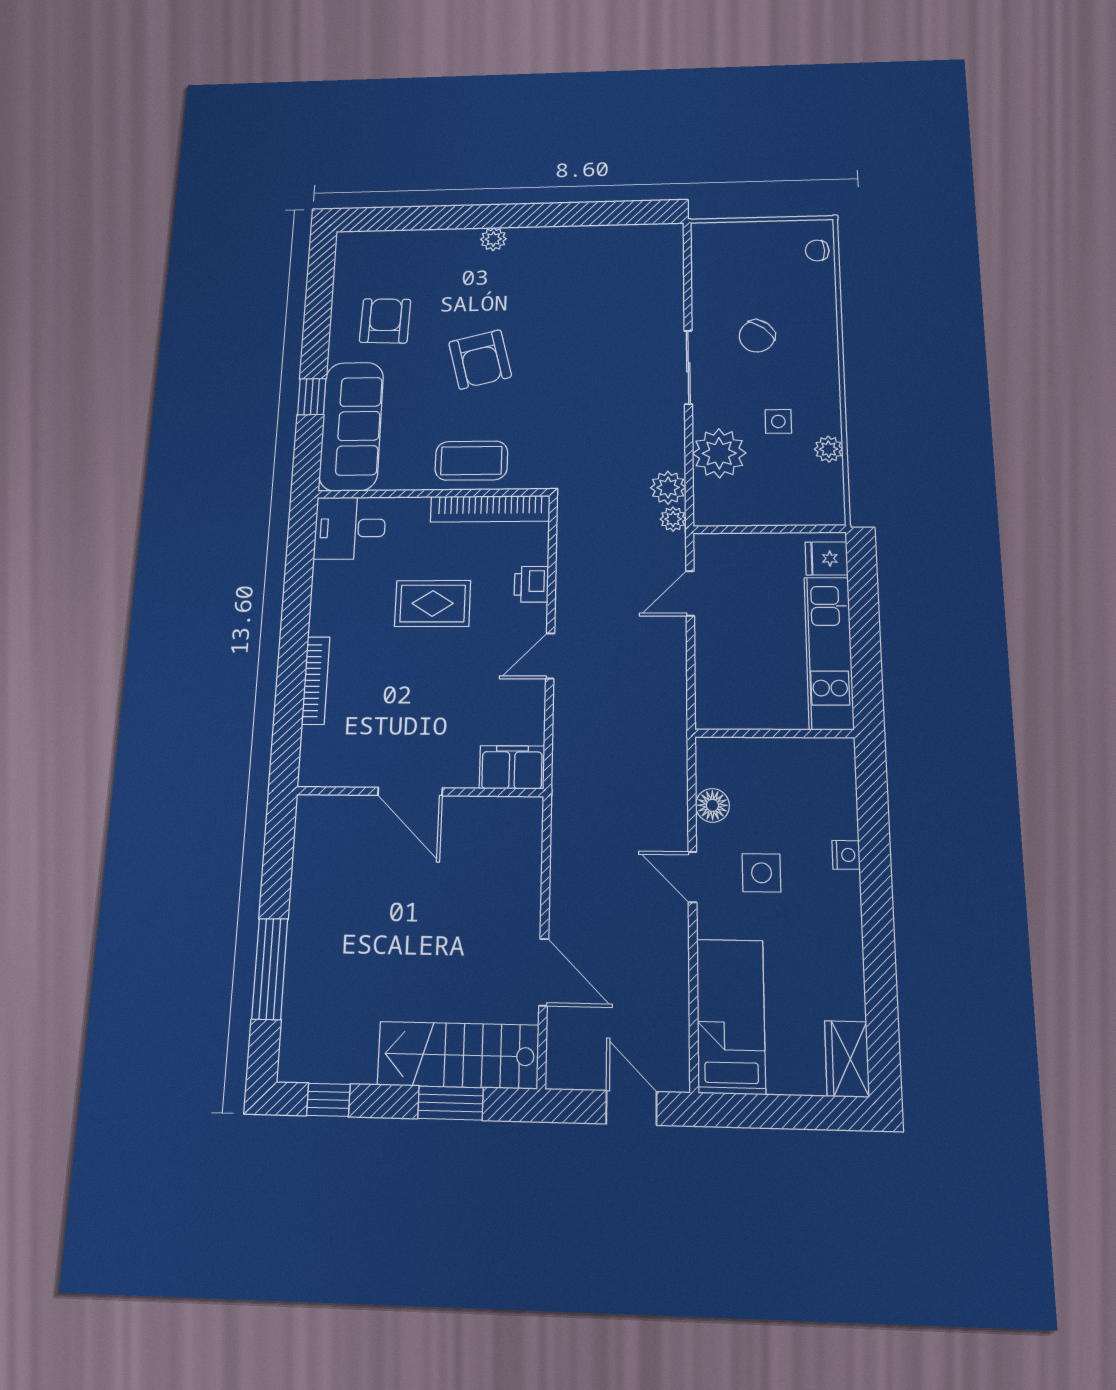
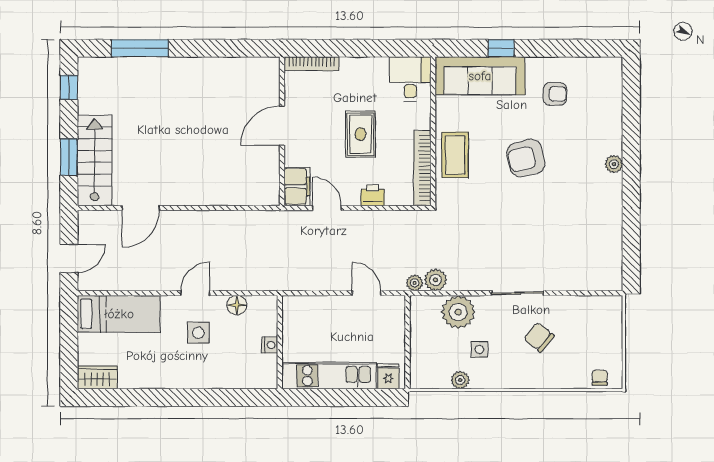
armchair: (385, 321) -> (555, 94), width x0.72, depth x0.72
filing cabinet: (512, 767) -> (297, 186), moved
door: (410, 792) -> (282, 126), moved
wall: (419, 792) -> (282, 131), moved
nightstand: (846, 855) -> (270, 345), moved, turned -90

